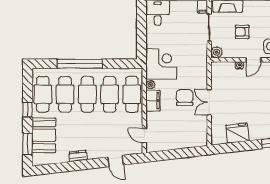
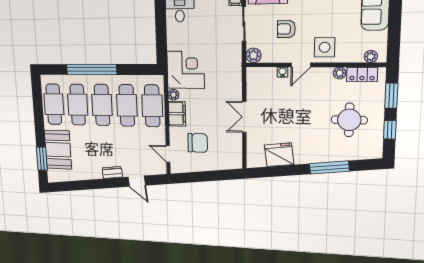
chair: (185, 97) -> (198, 143), moved, turned 90
window: (28, 110) -> (39, 121), removed
dresser: (78, 156) -> (112, 172), moved

